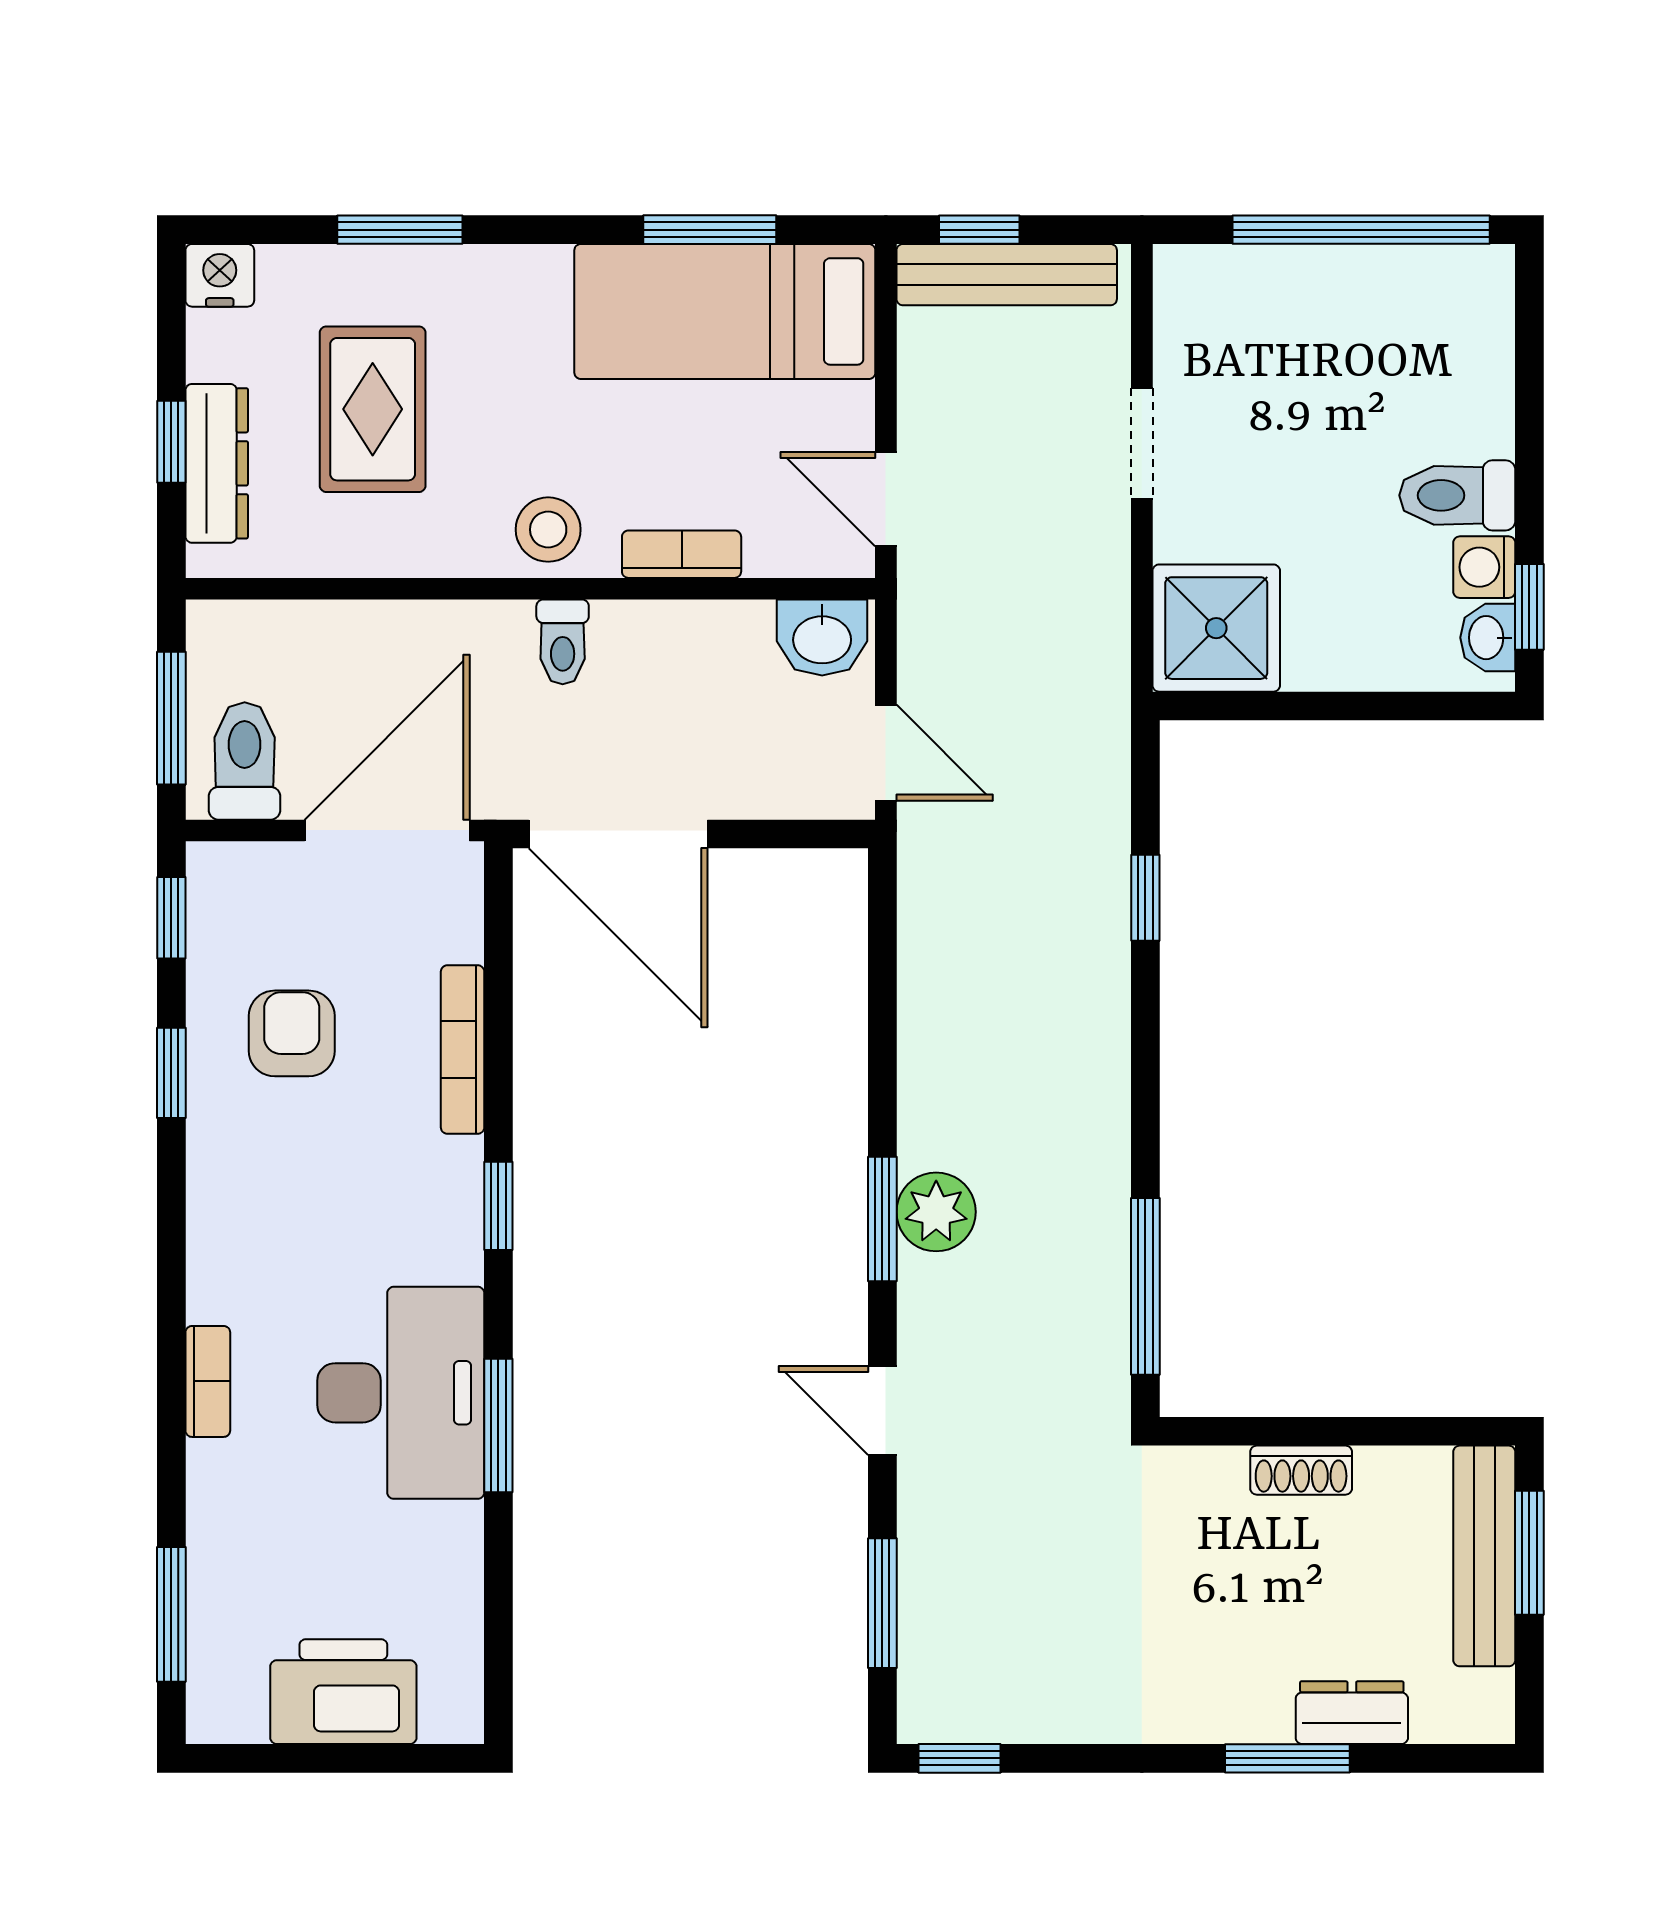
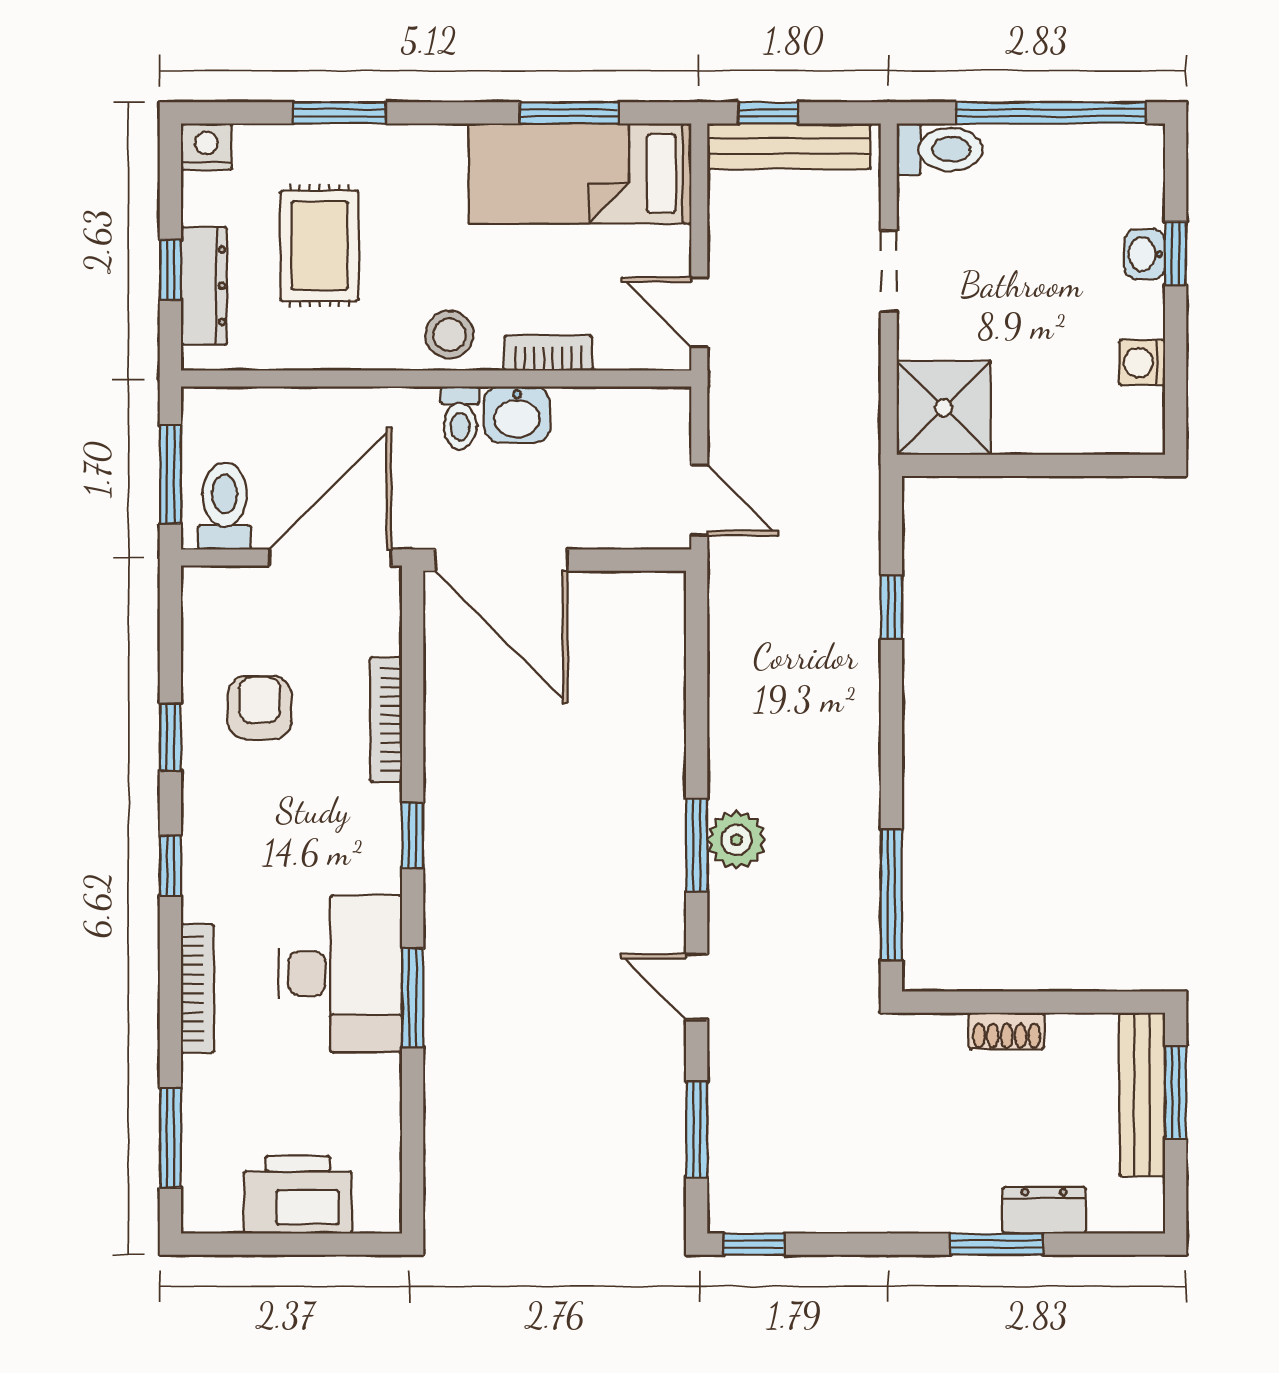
toilet: (1457, 495) -> (940, 149), moved, turned 180
window: (1529, 607) -> (1176, 253), moved
washbasin: (822, 637) -> (517, 415), moved
washbasin: (1488, 638) -> (1145, 254), moved
window: (171, 918) -> (170, 866), moved
bookcase: (208, 1381) -> (197, 988), width x1.56

